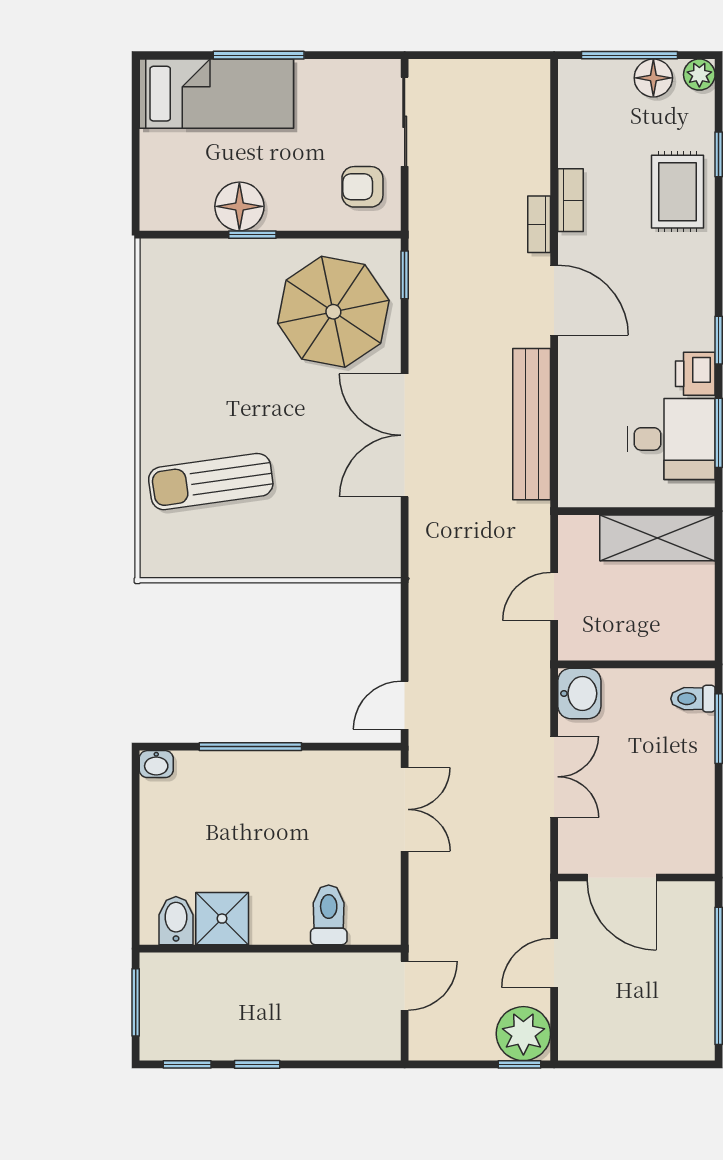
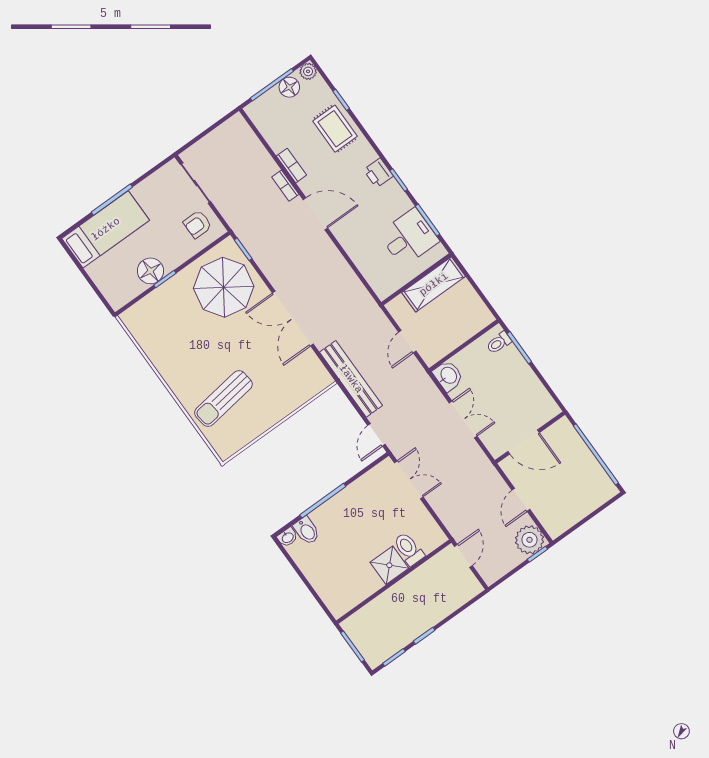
printer: (695, 374) -> (378, 173), moved
bench: (532, 424) -> (351, 379), moved
shower: (222, 919) -> (389, 565), moved
bidet: (176, 921) -> (307, 531), moved, turned 180

